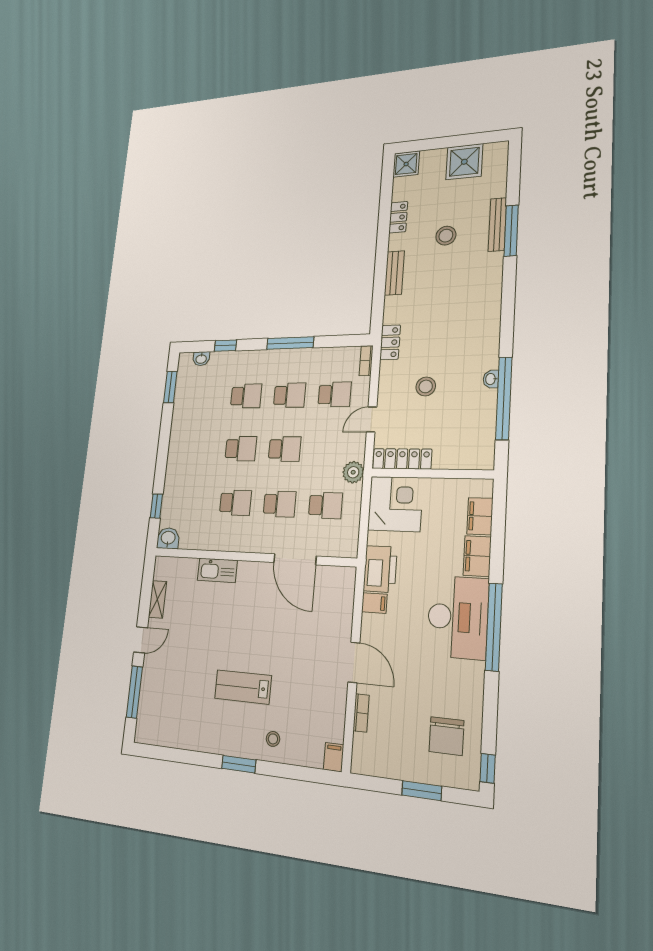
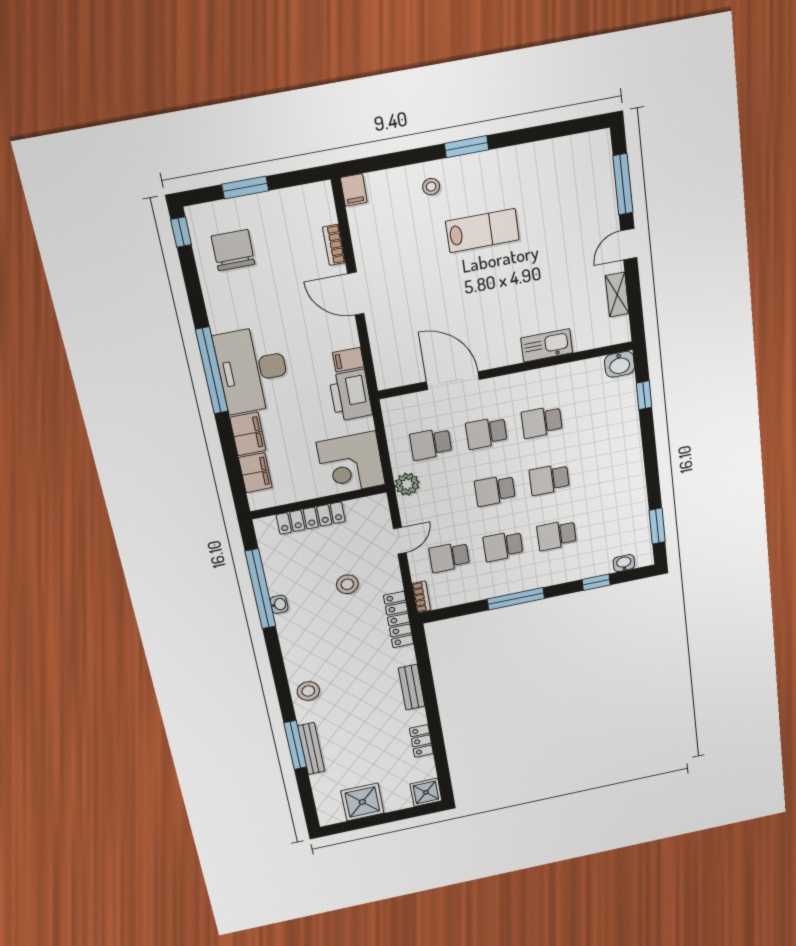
stool: (446, 236) -> (308, 691), moved
locker: (390, 342) -> (399, 620), width x1.53
locker: (402, 459) -> (311, 518), moved

